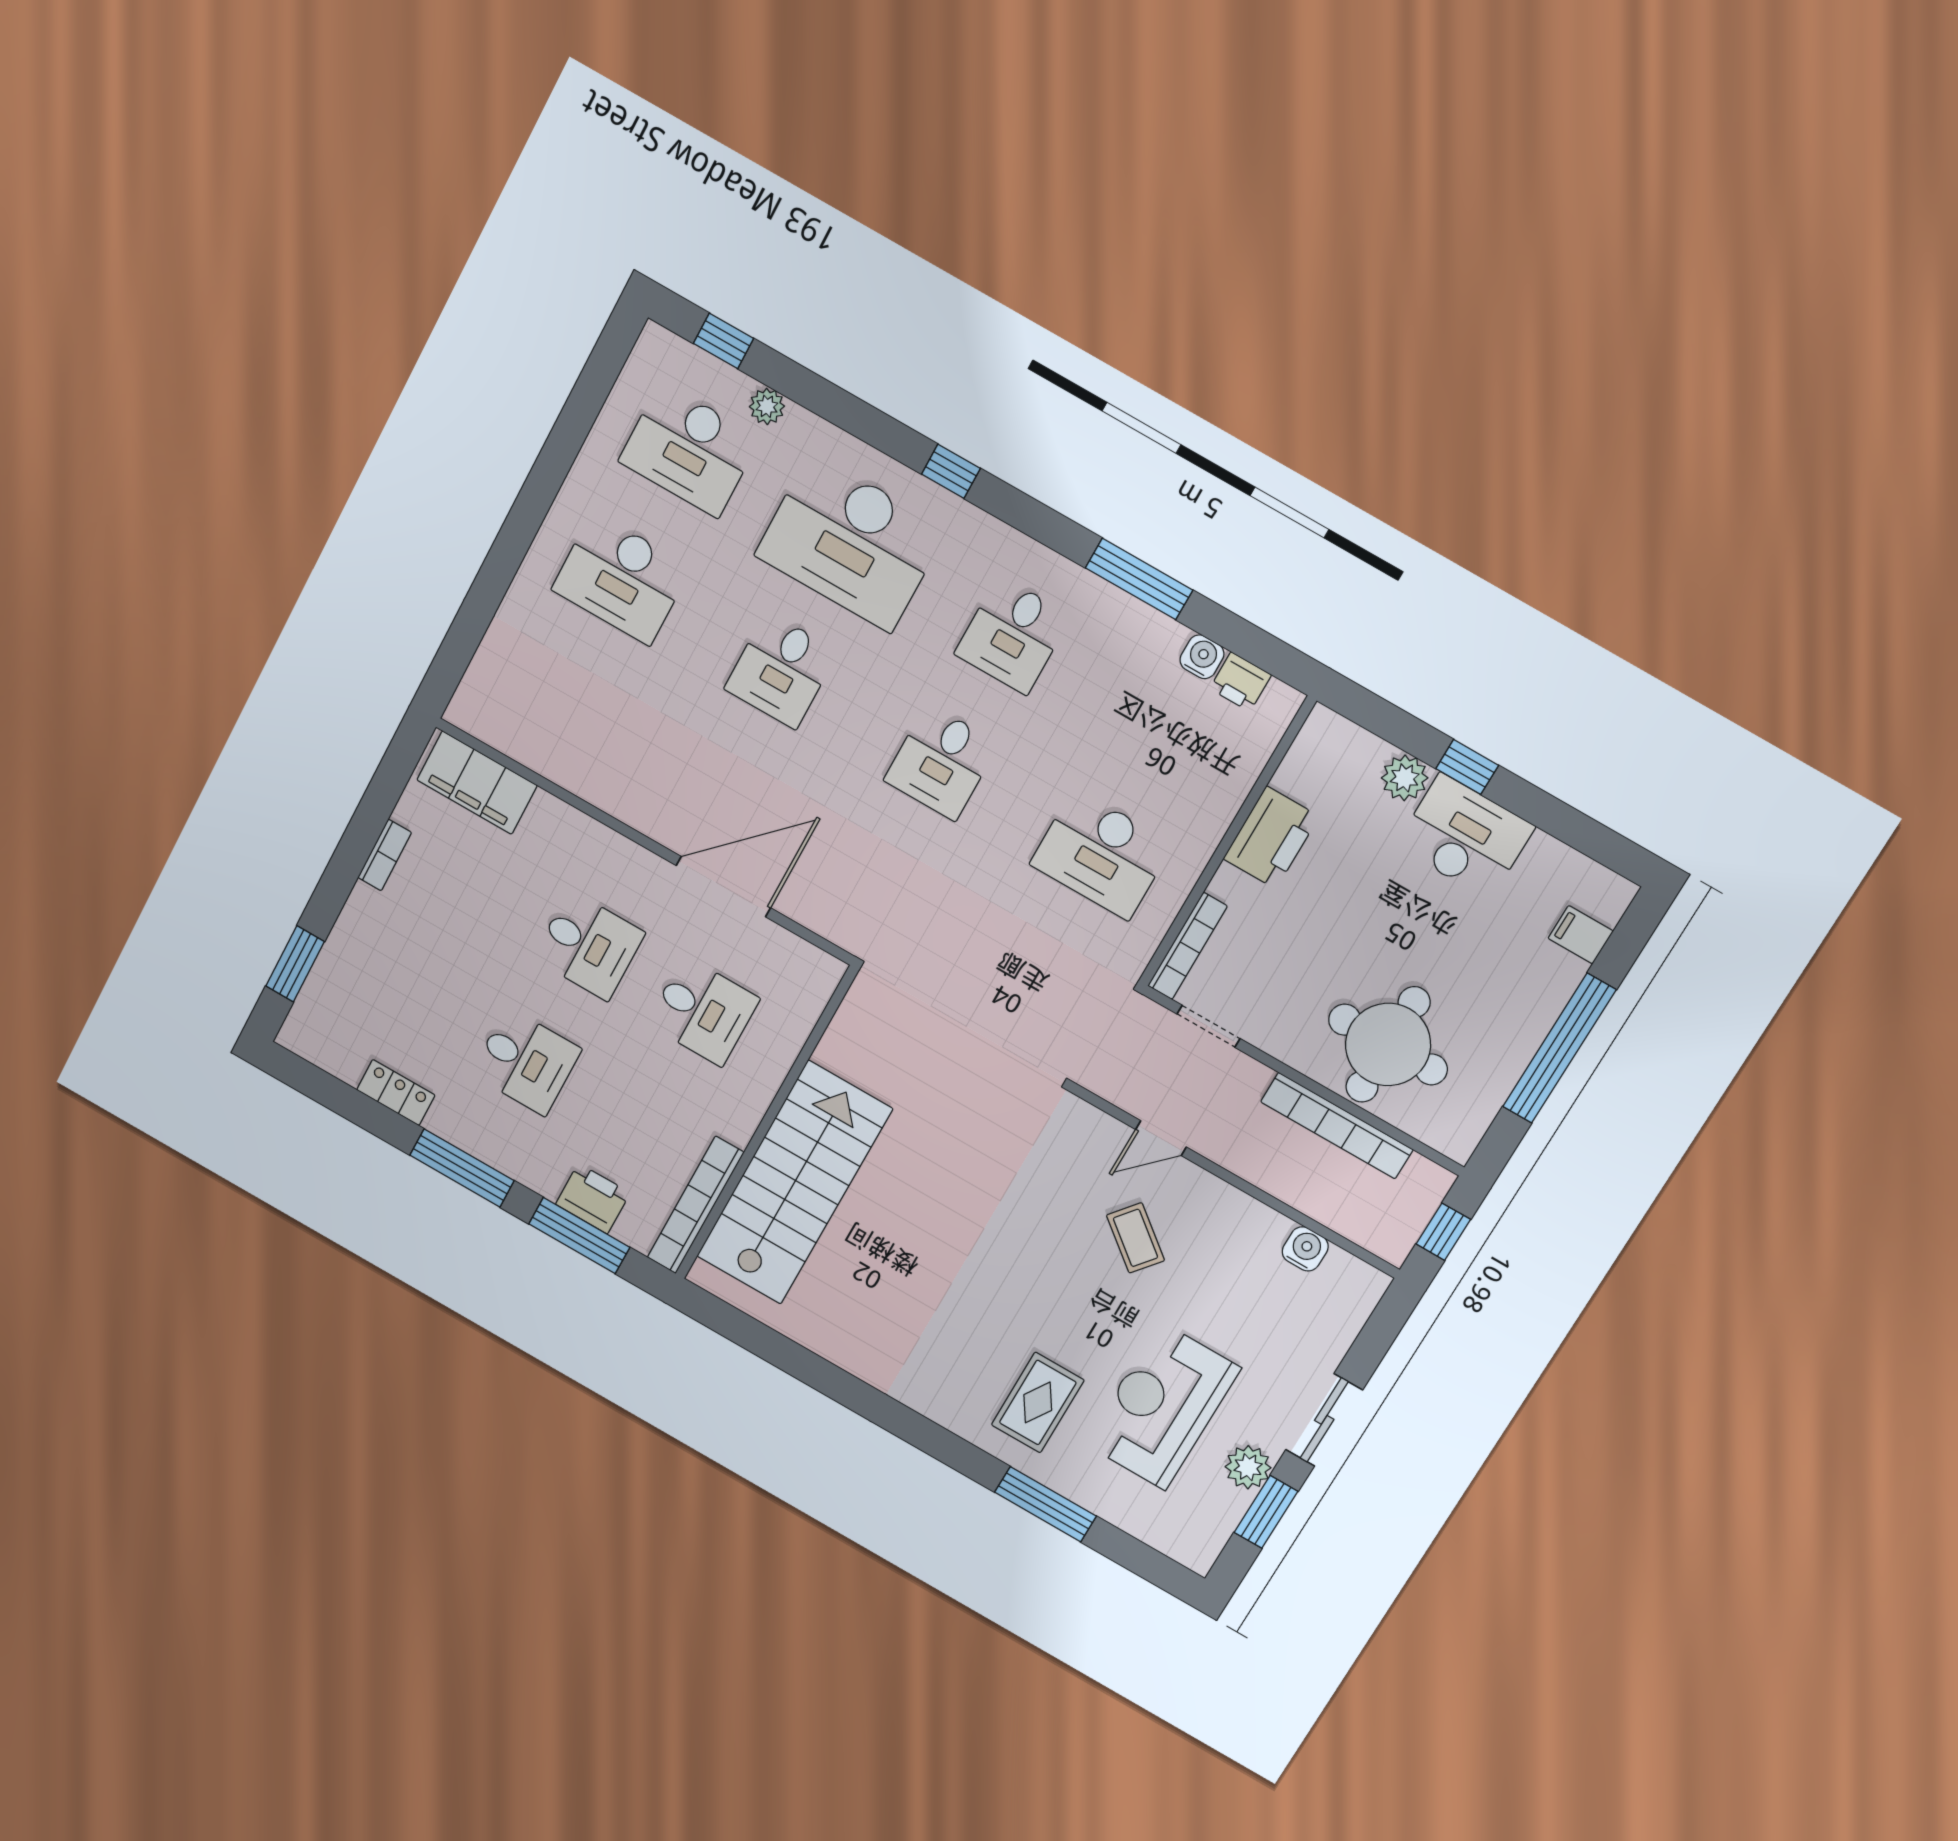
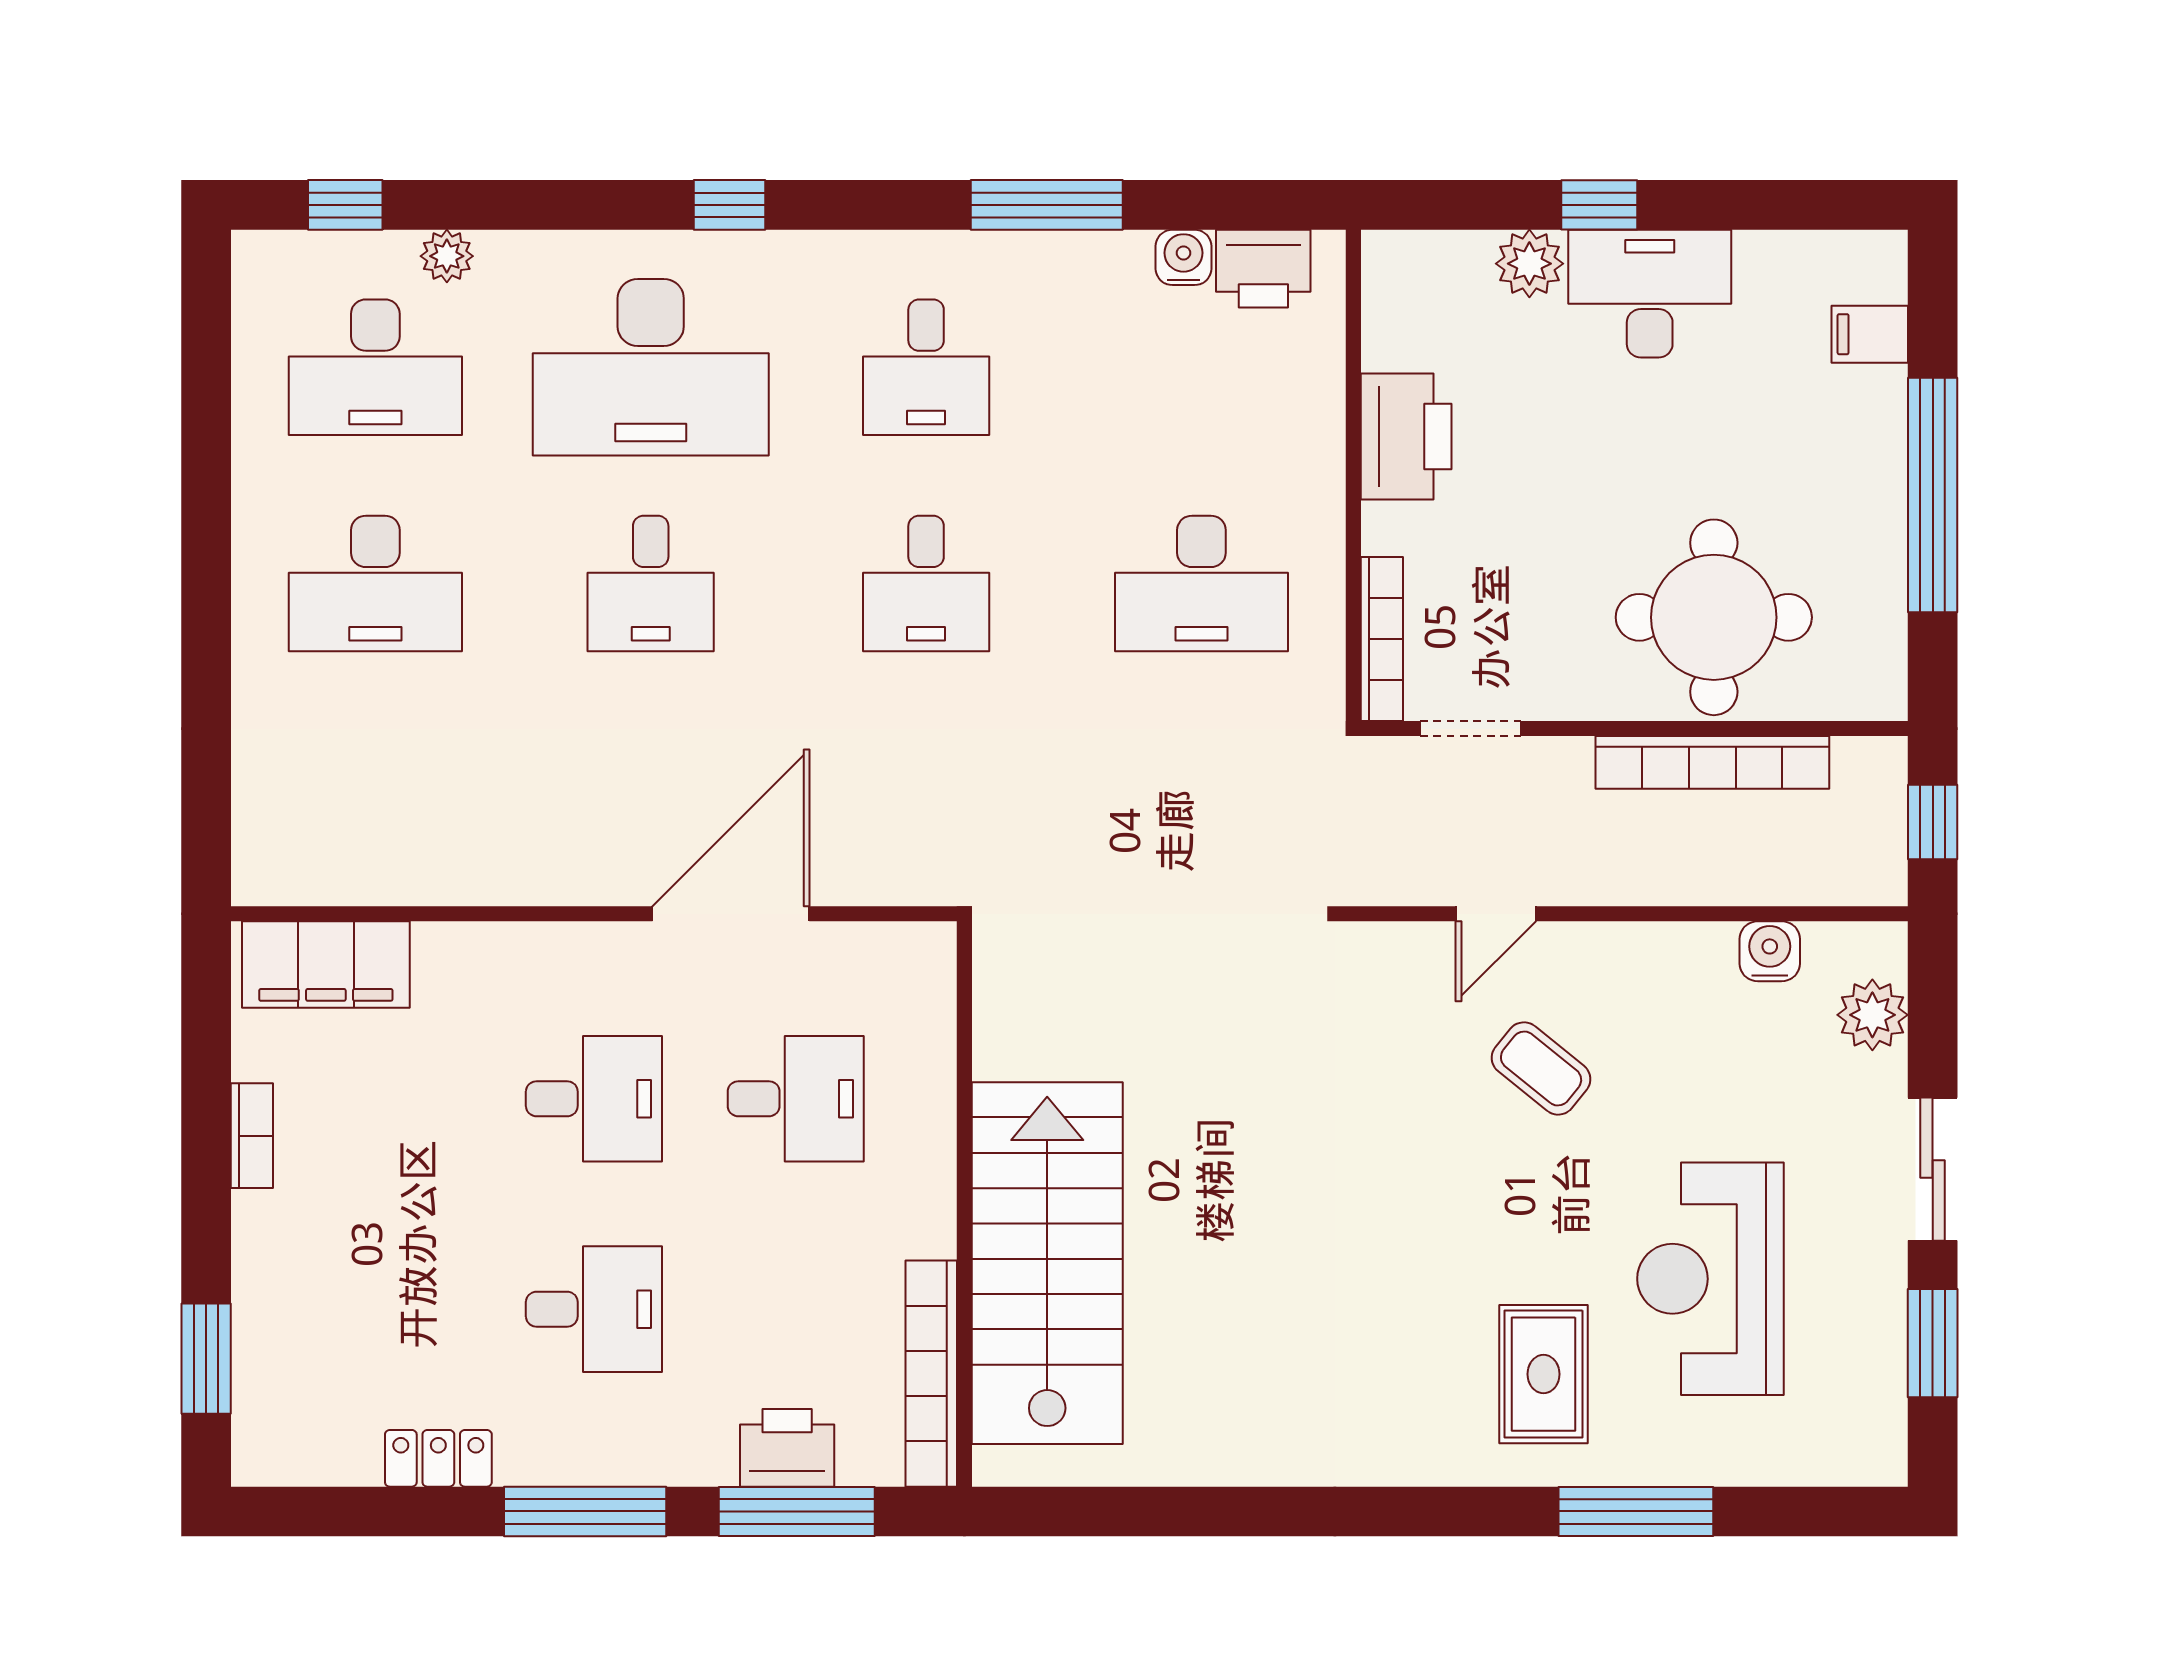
printer: (1241, 682) -> (1263, 269), width x1.36, depth x1.24
plant: (1248, 1467) -> (1872, 1015), moved

